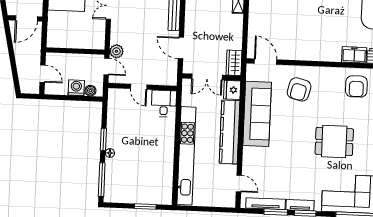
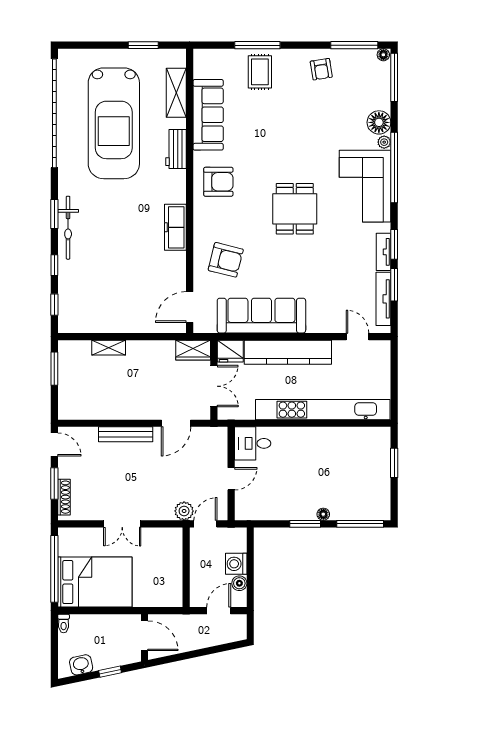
freezer: (354, 55) -> (175, 227), moved, width x1.40
boiler: (90, 91) -> (239, 583), moved
door: (239, 184) -> (358, 337), hinge flipped

